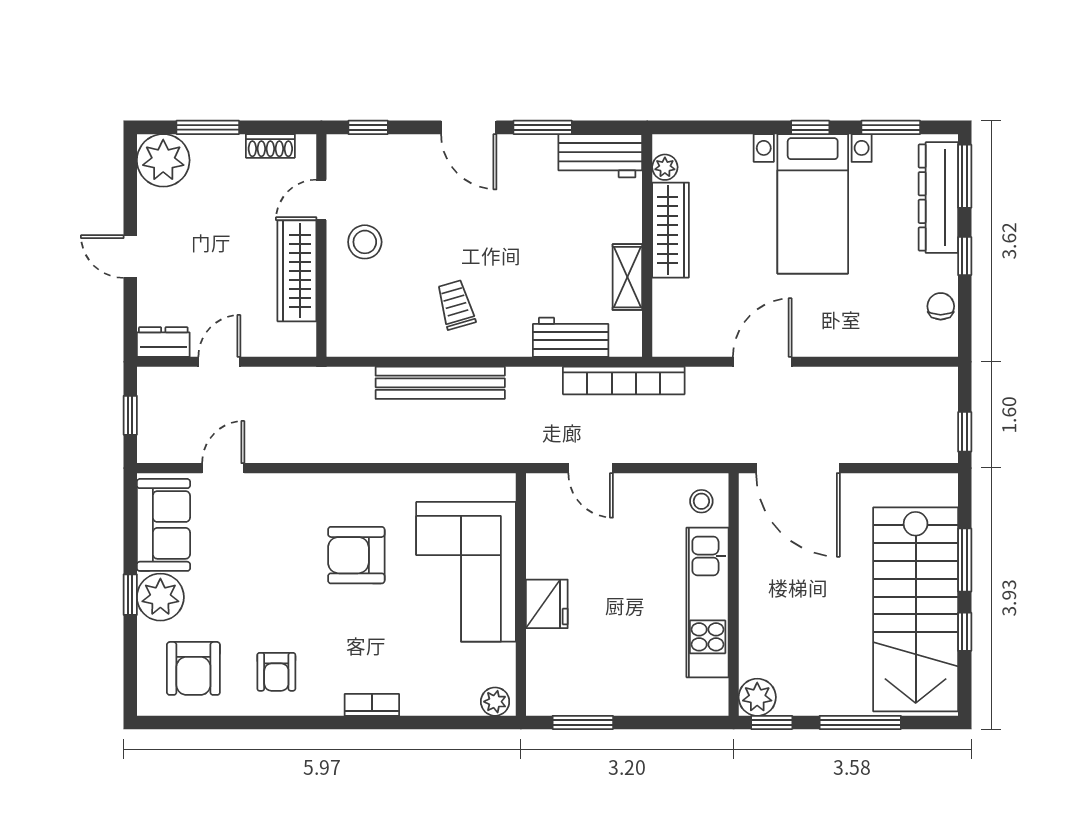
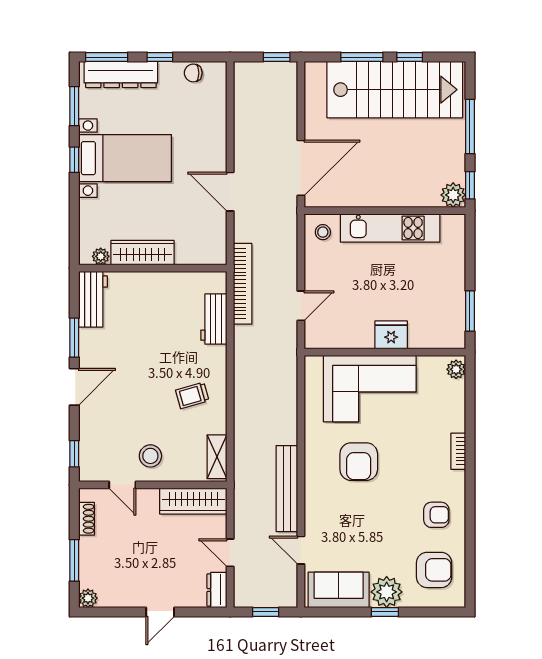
plant: (163, 160) -> (88, 598), width x0.53, depth x0.53
wardrobe: (297, 271) -> (193, 501), moved
shelving: (627, 277) -> (217, 457), moved, turned 90
bench: (440, 383) -> (287, 489), moved

